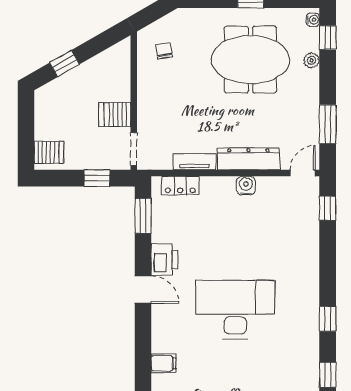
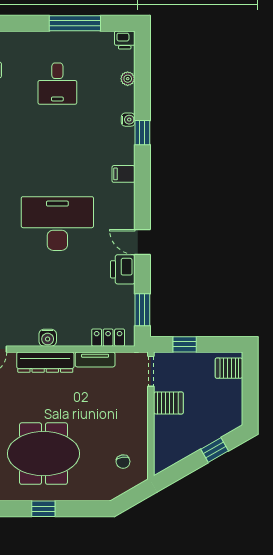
desk: (235, 309) -> (57, 224), turned 180

